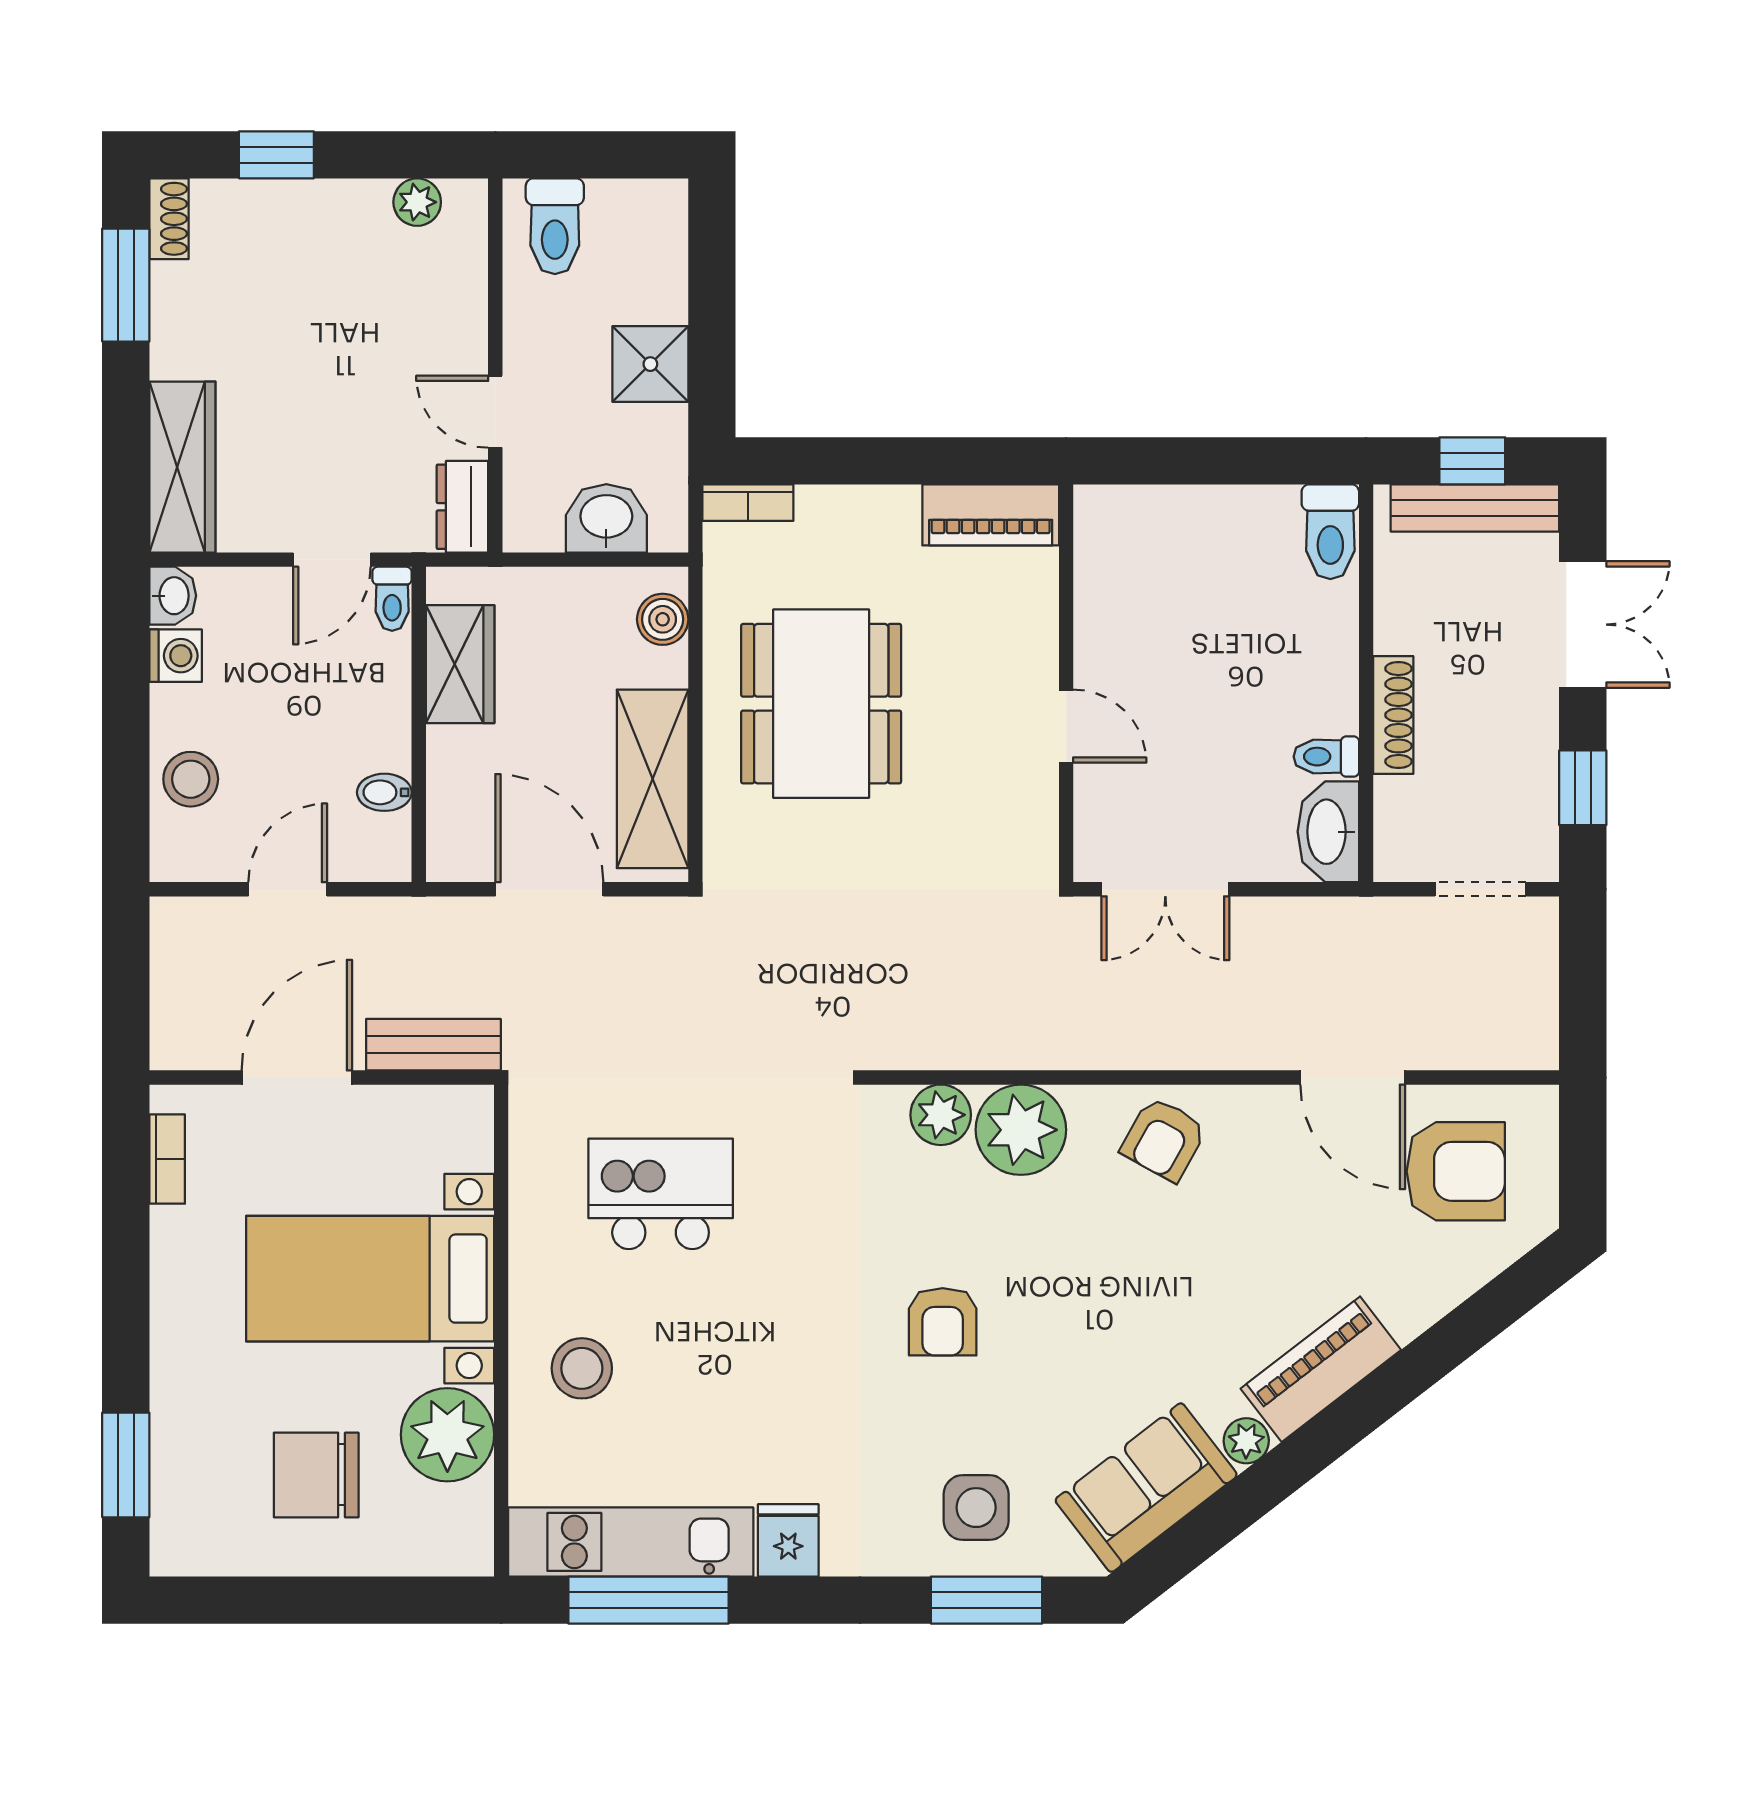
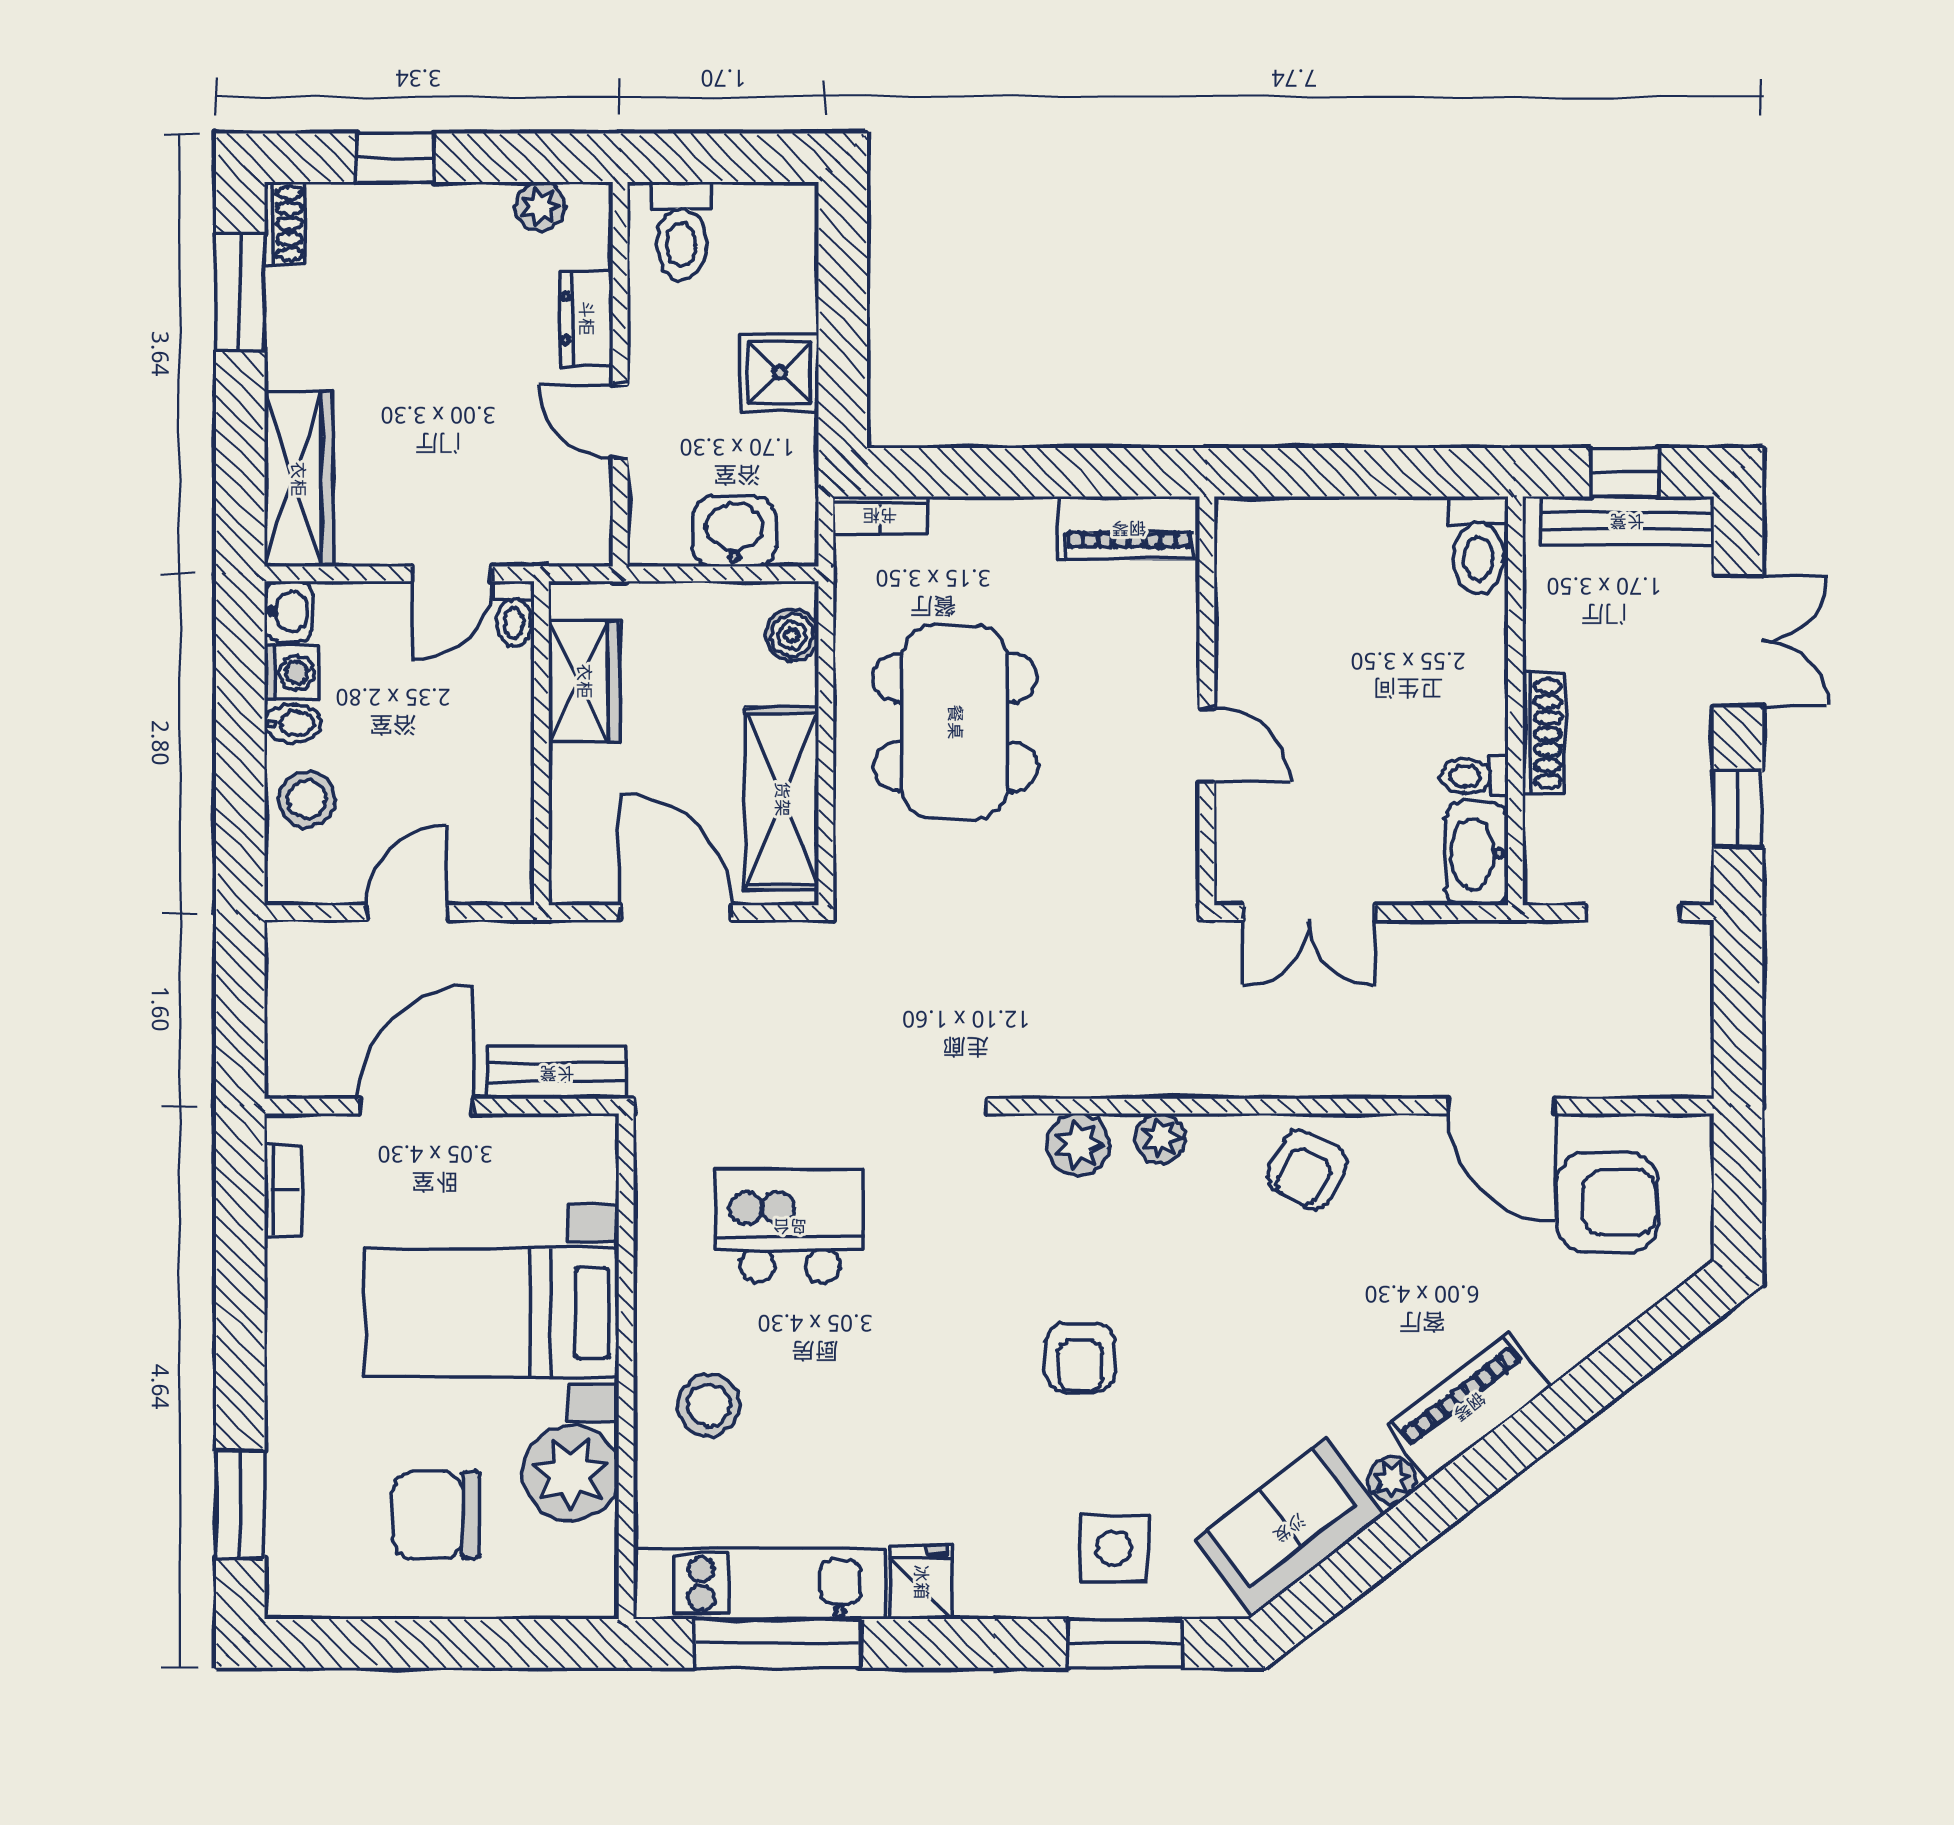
dresser: (462, 507) -> (586, 318), moved
bidet: (384, 792) -> (293, 724), moved, turned 180
plant: (1021, 1130) -> (1160, 1138), width x0.53, depth x0.53

